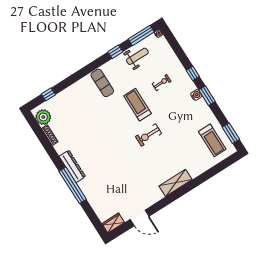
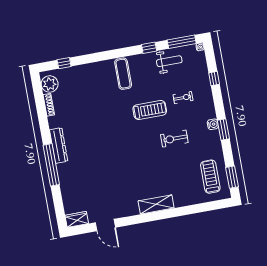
window: (193, 73) -> (214, 79), moved
treadmill: (138, 105) -> (150, 110), turned 90
exercise bike: (149, 135) -> (174, 139), moved
treadmill: (212, 140) -> (210, 177), turned 180

